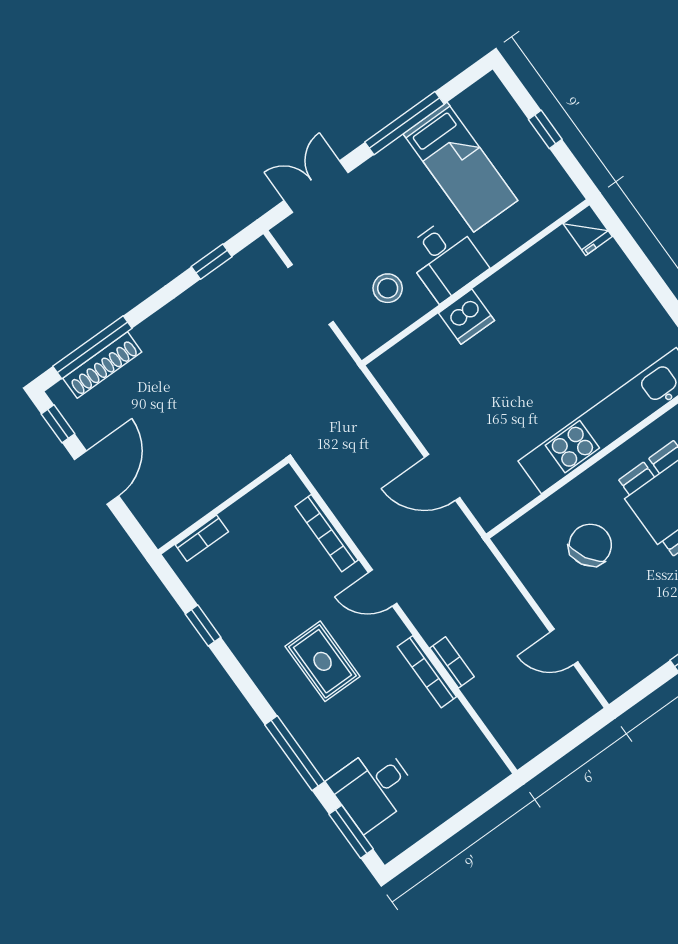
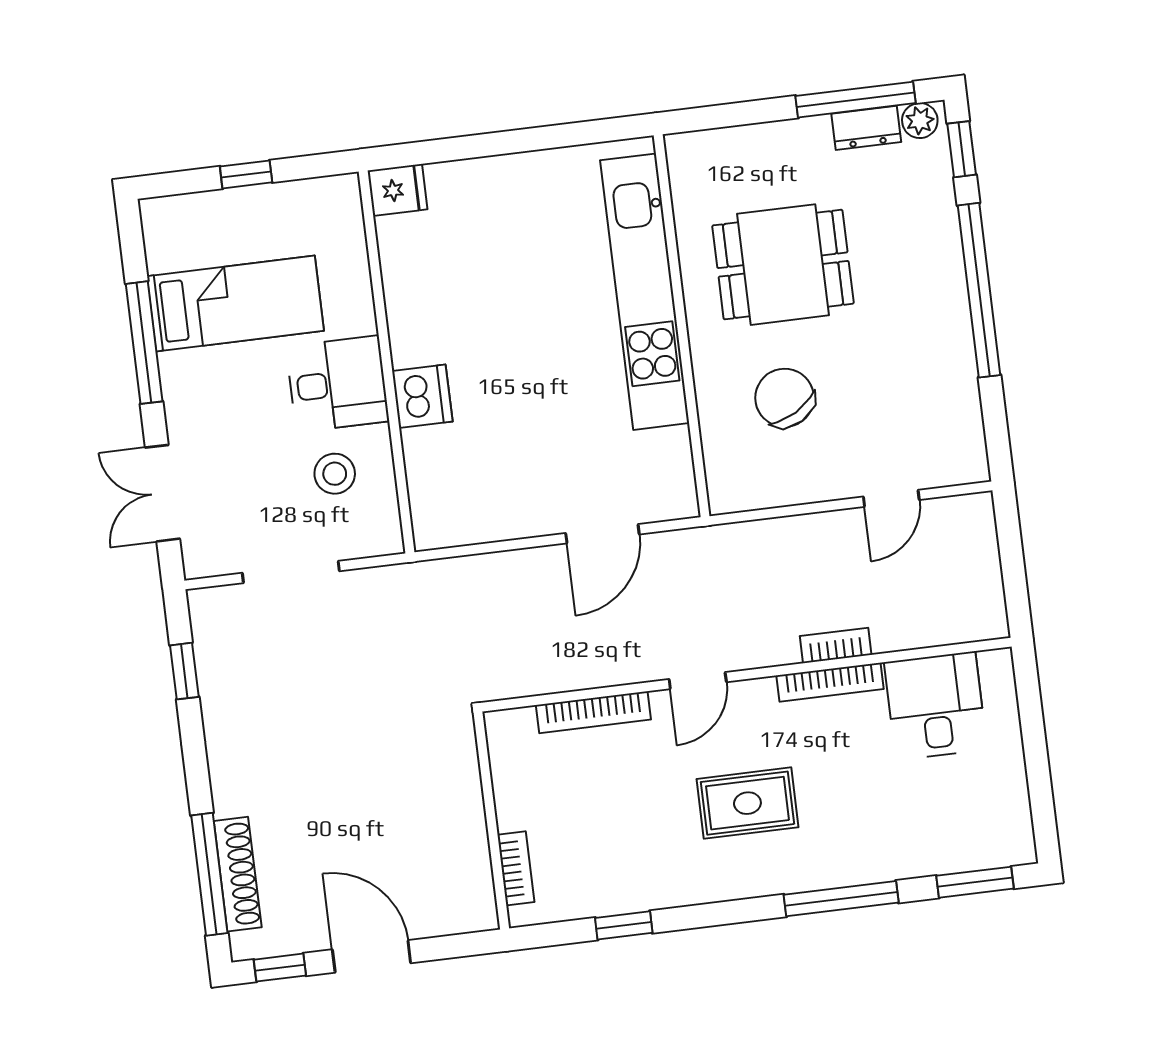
desk: (373, 788) -> (935, 706), moved, turned 180

